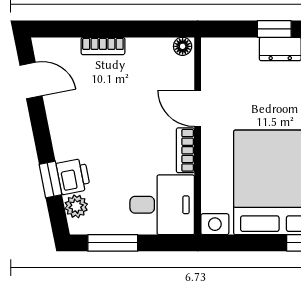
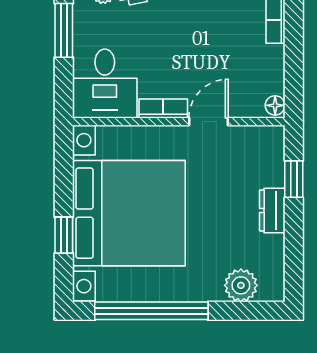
window: (274, 29) -> (294, 179), moved

